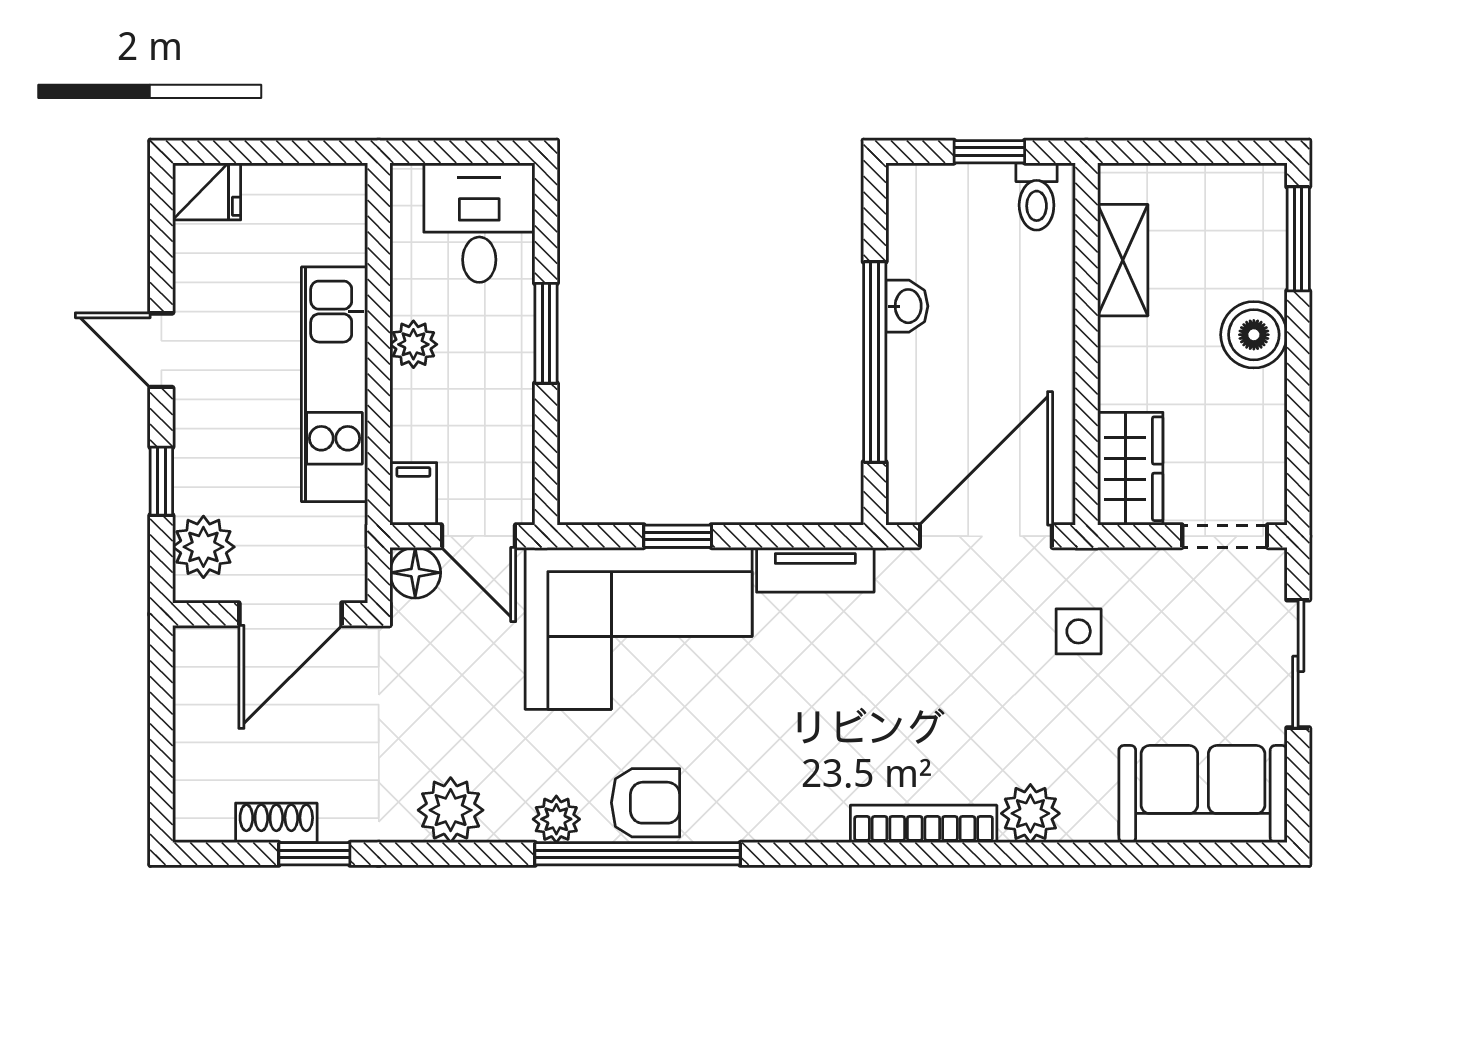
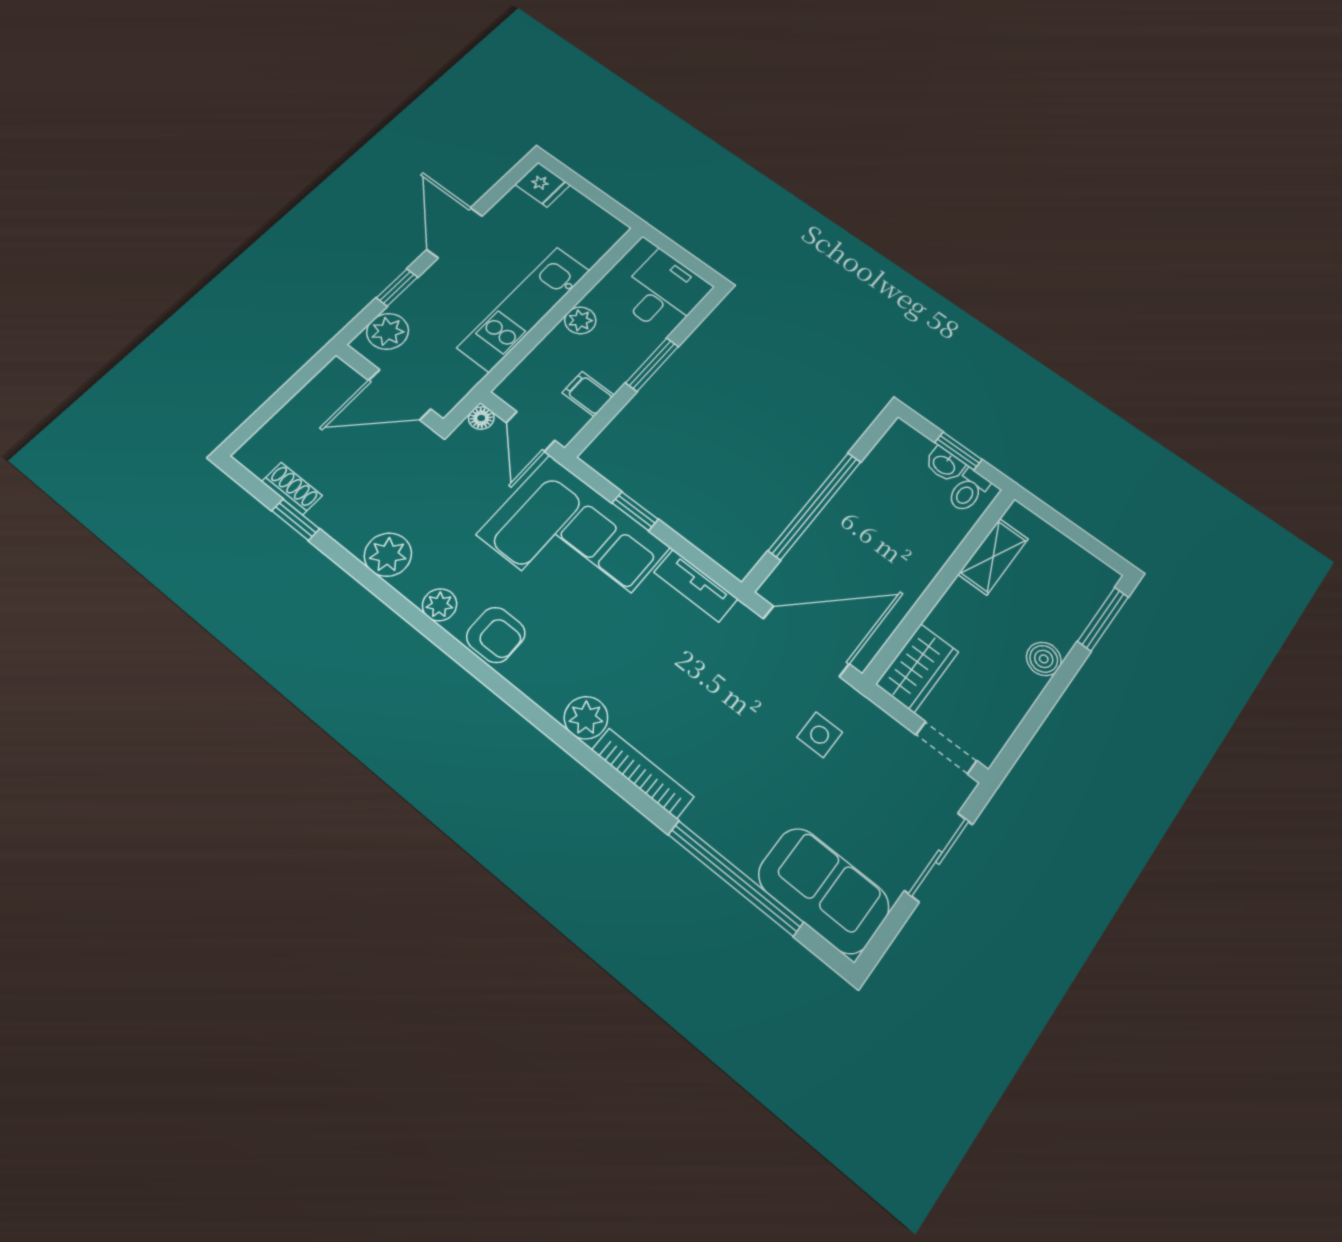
washbasin: (907, 306) -> (944, 465), moved, turned 90
boiler: (1254, 335) -> (1044, 659), width x0.73, depth x0.73
door: (161, 350) -> (455, 233), width x1.37
filing cabinet: (413, 494) -> (588, 394), moved, turned -90
floor lamp: (415, 573) -> (481, 418), width x0.73, depth x0.73
plant: (1030, 813) -> (586, 718), moved
window: (638, 854) -> (735, 878), moved

